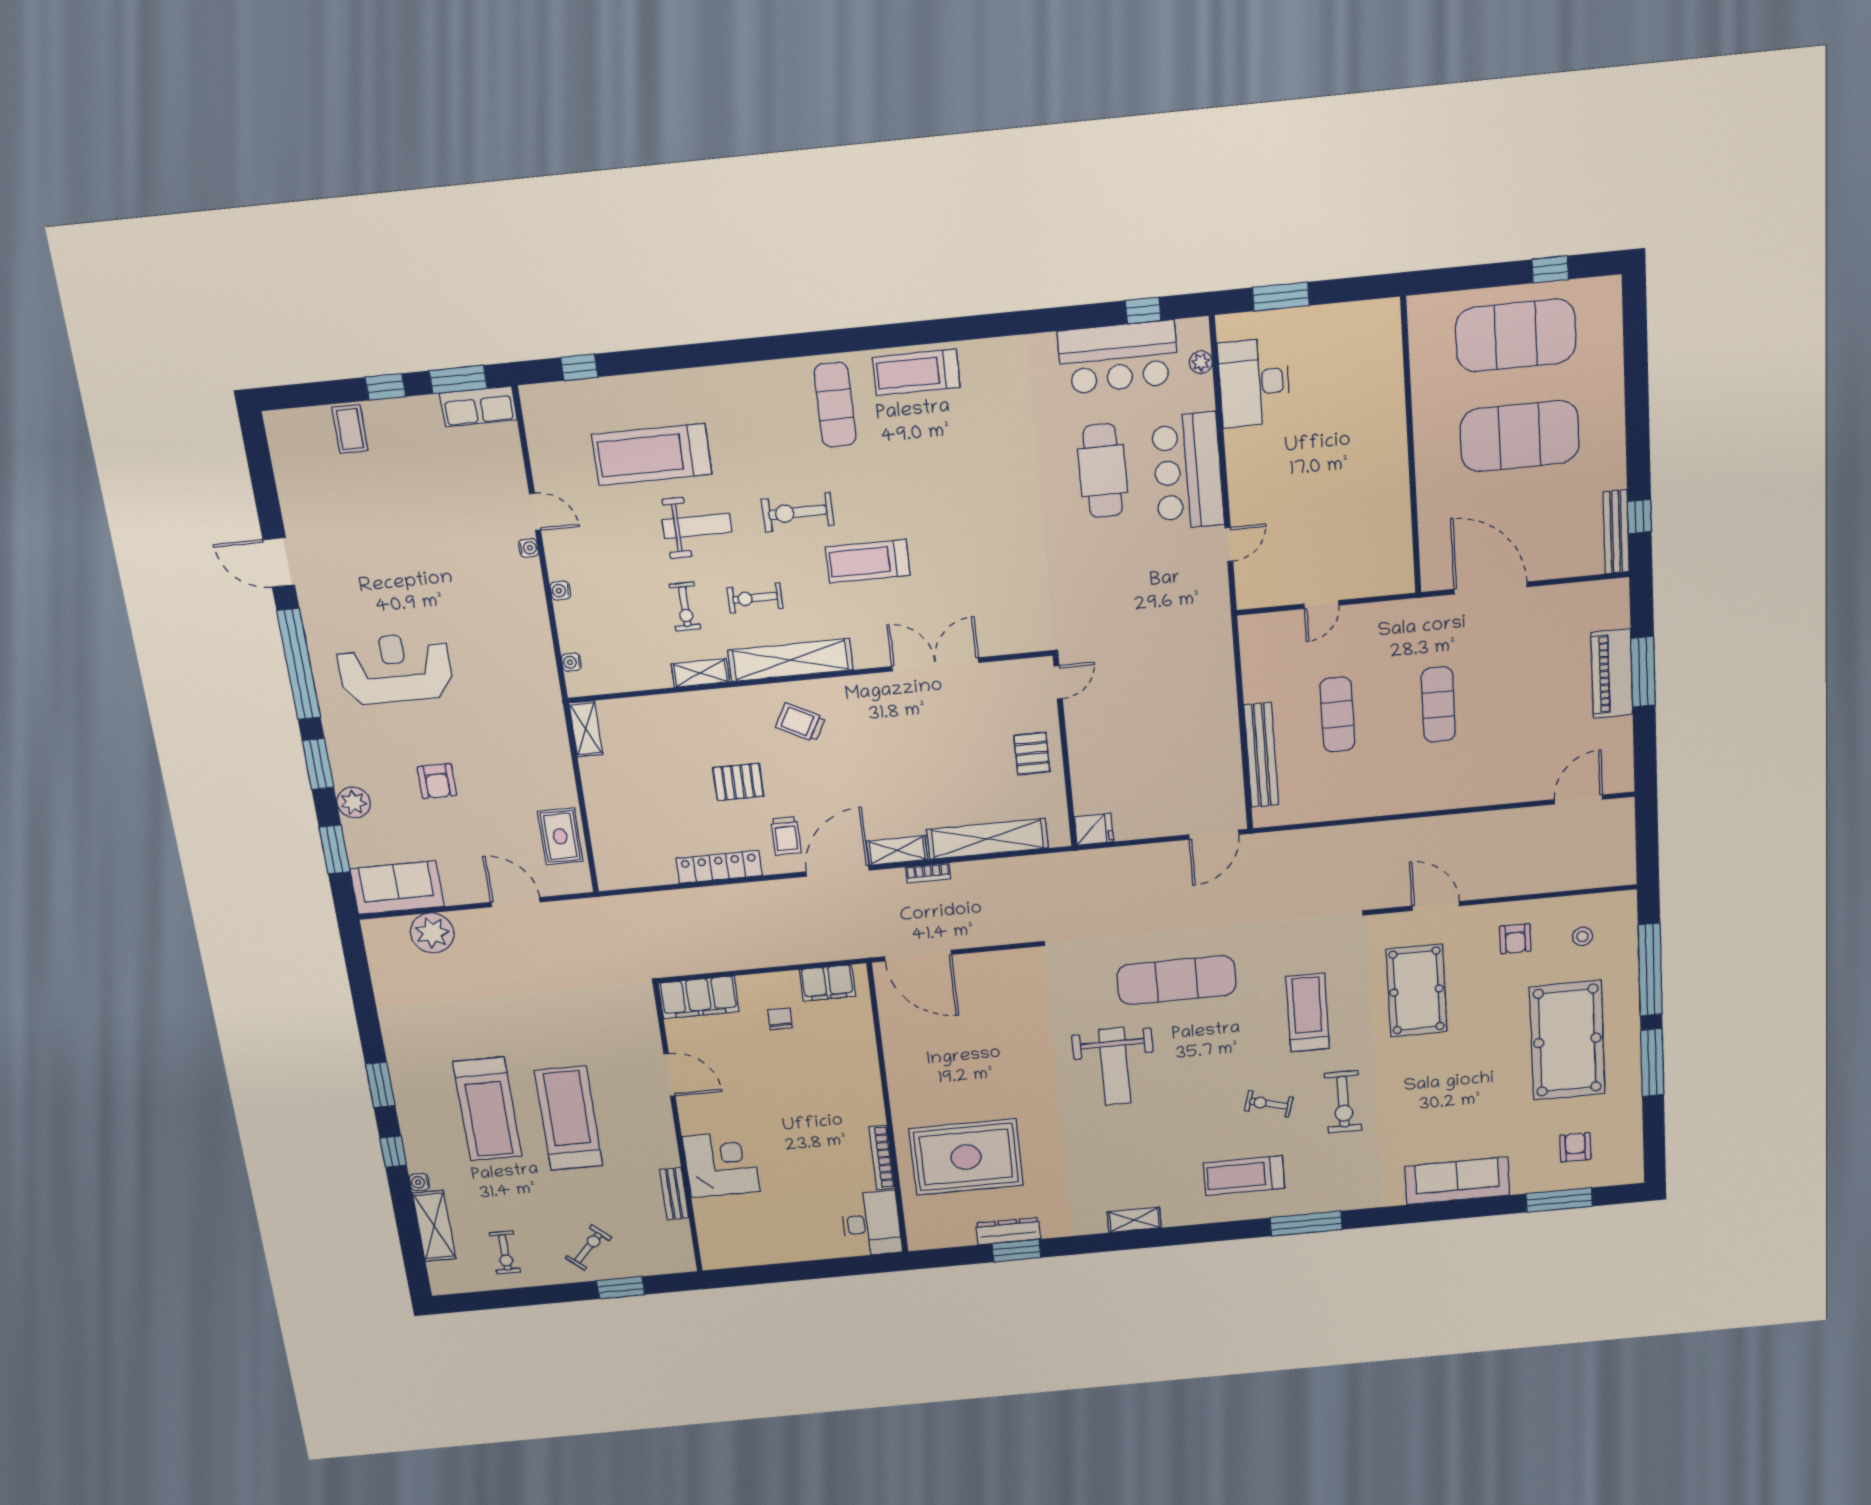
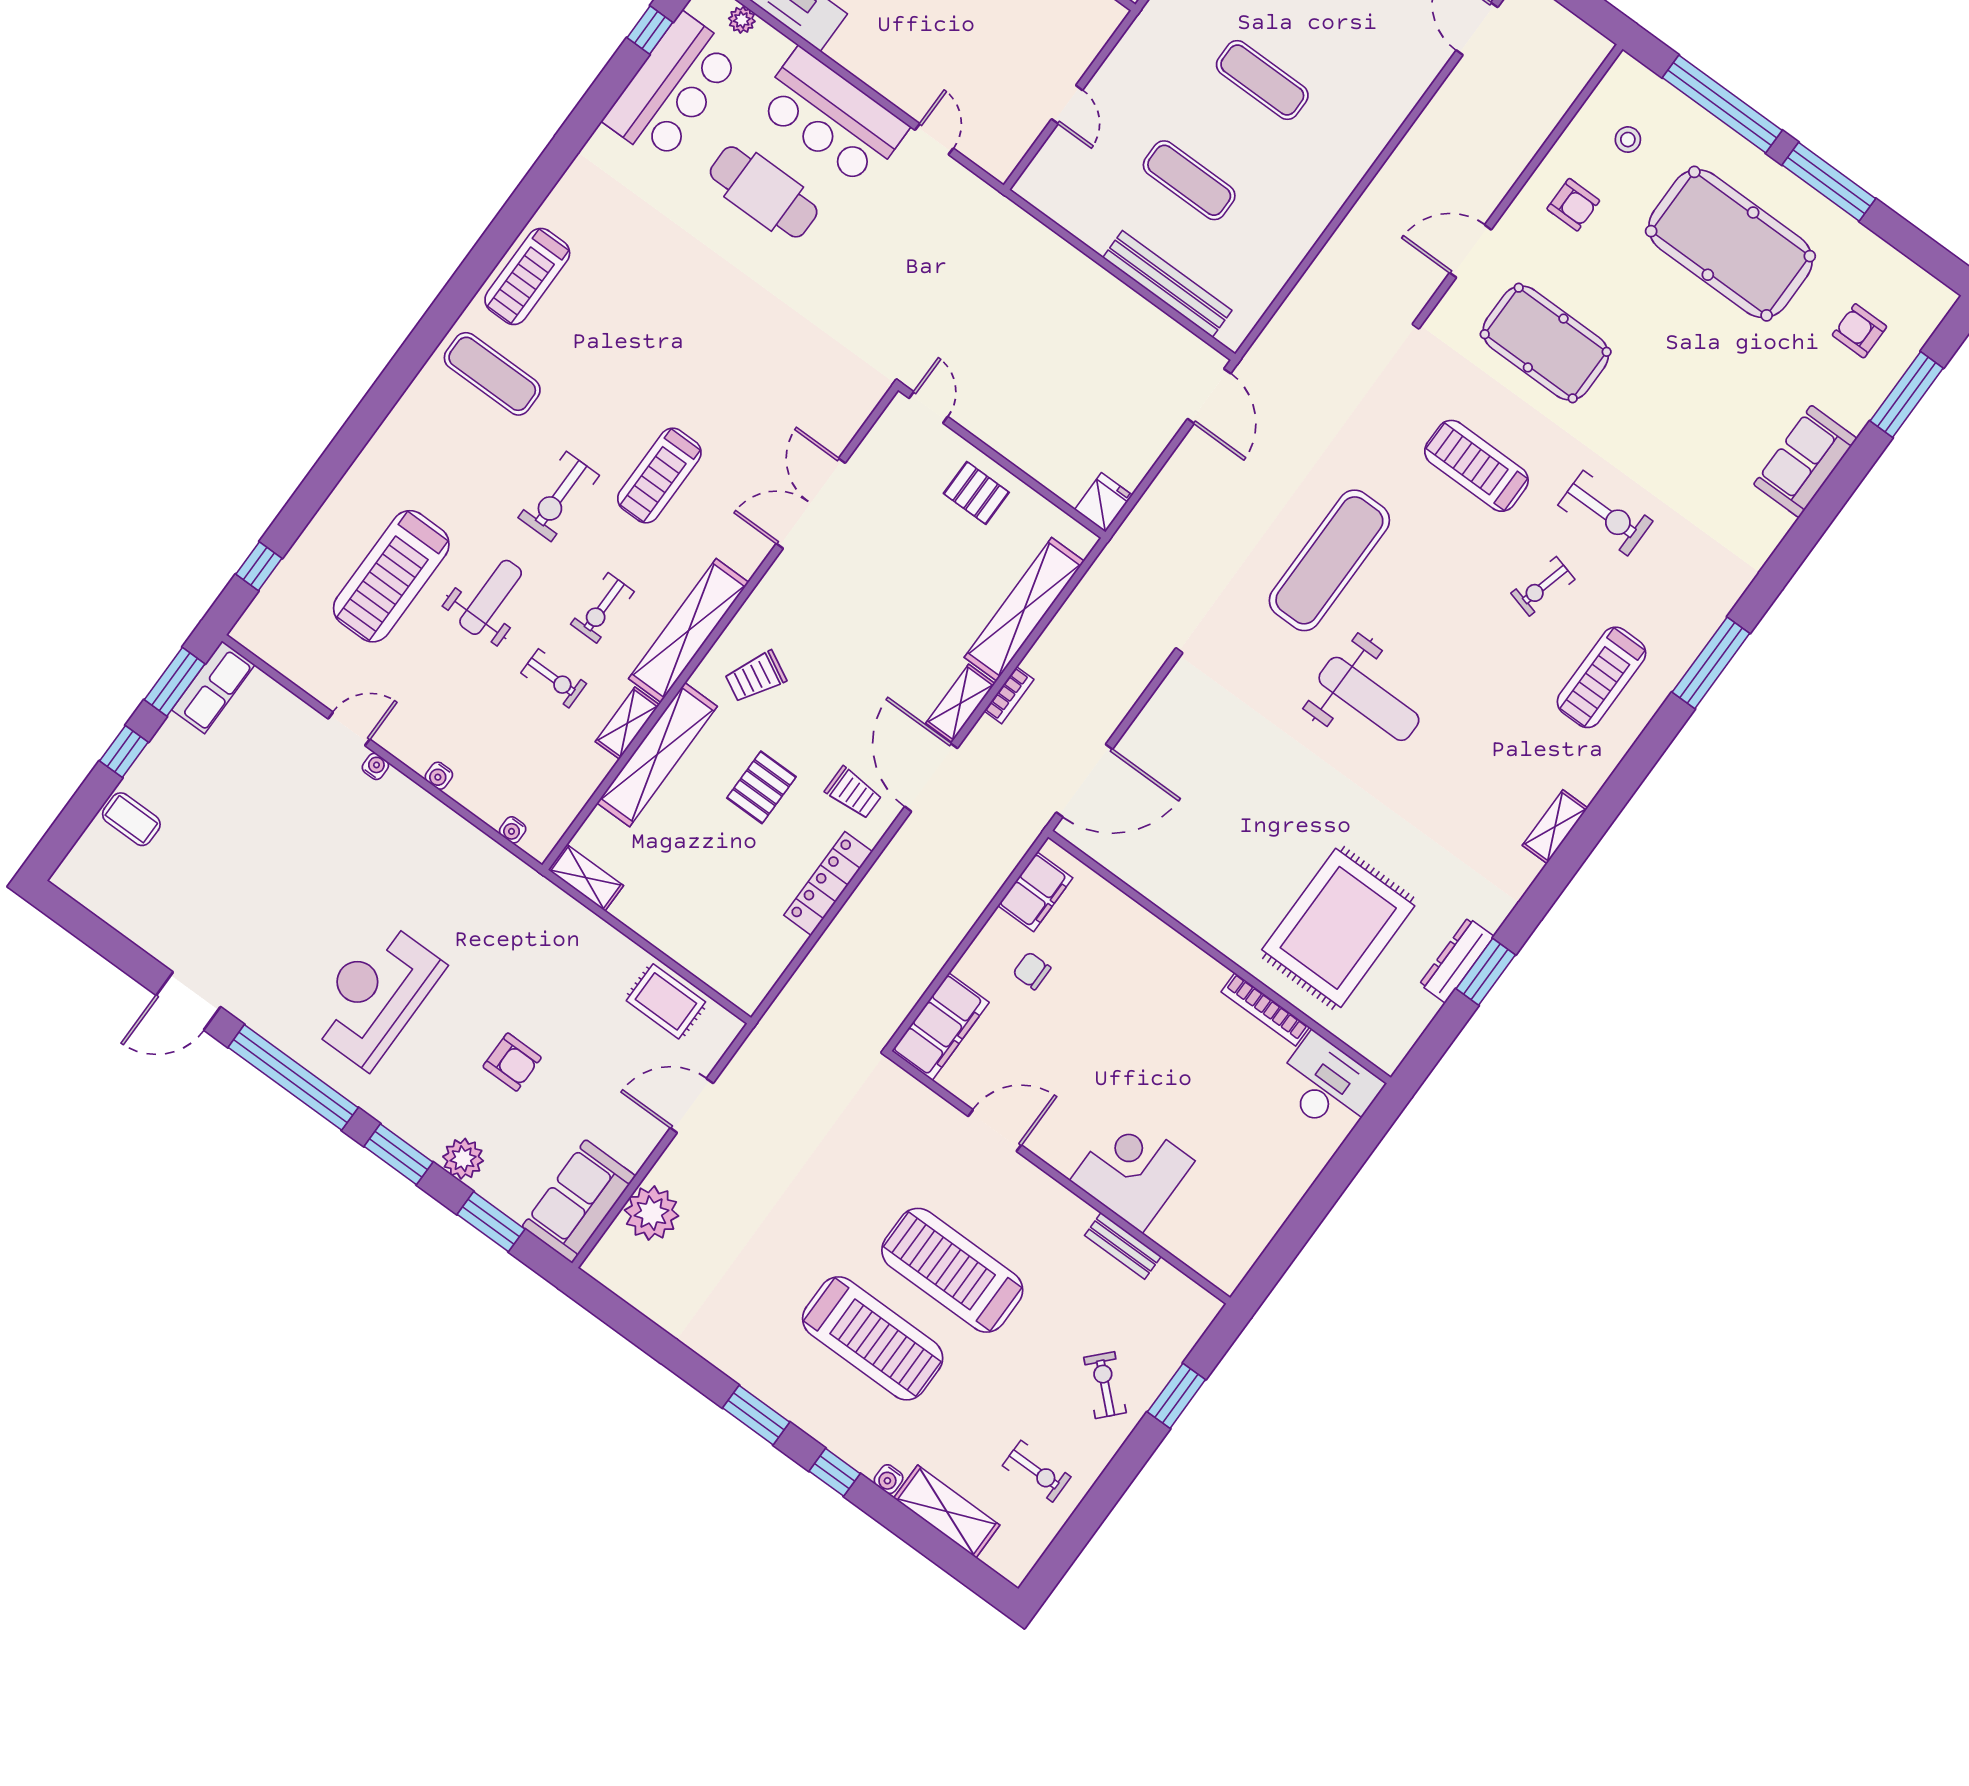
shelving: (699, 706) -> (657, 755), added
sofa: (1457, 1181) -> (1805, 461), width x0.73

